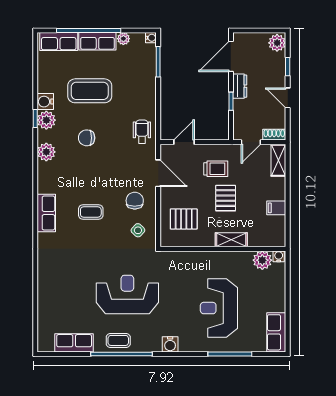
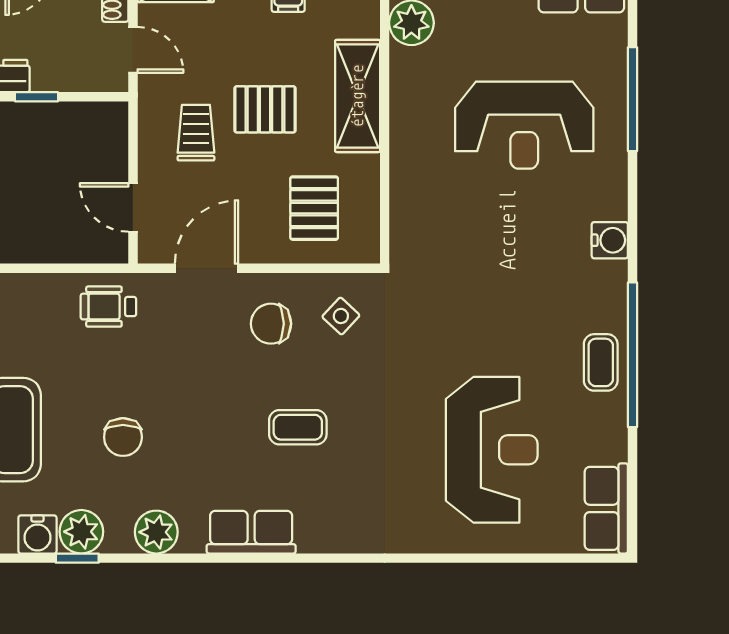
coffee table: (91, 212) -> (298, 427), turned 90
row of seats: (46, 213) -> (251, 532), moved
shelving: (231, 240) -> (358, 96), width x1.50, depth x1.33
reception desk: (127, 294) -> (492, 450), moved, turned 180
row of seats: (74, 343) -> (606, 508), moved

